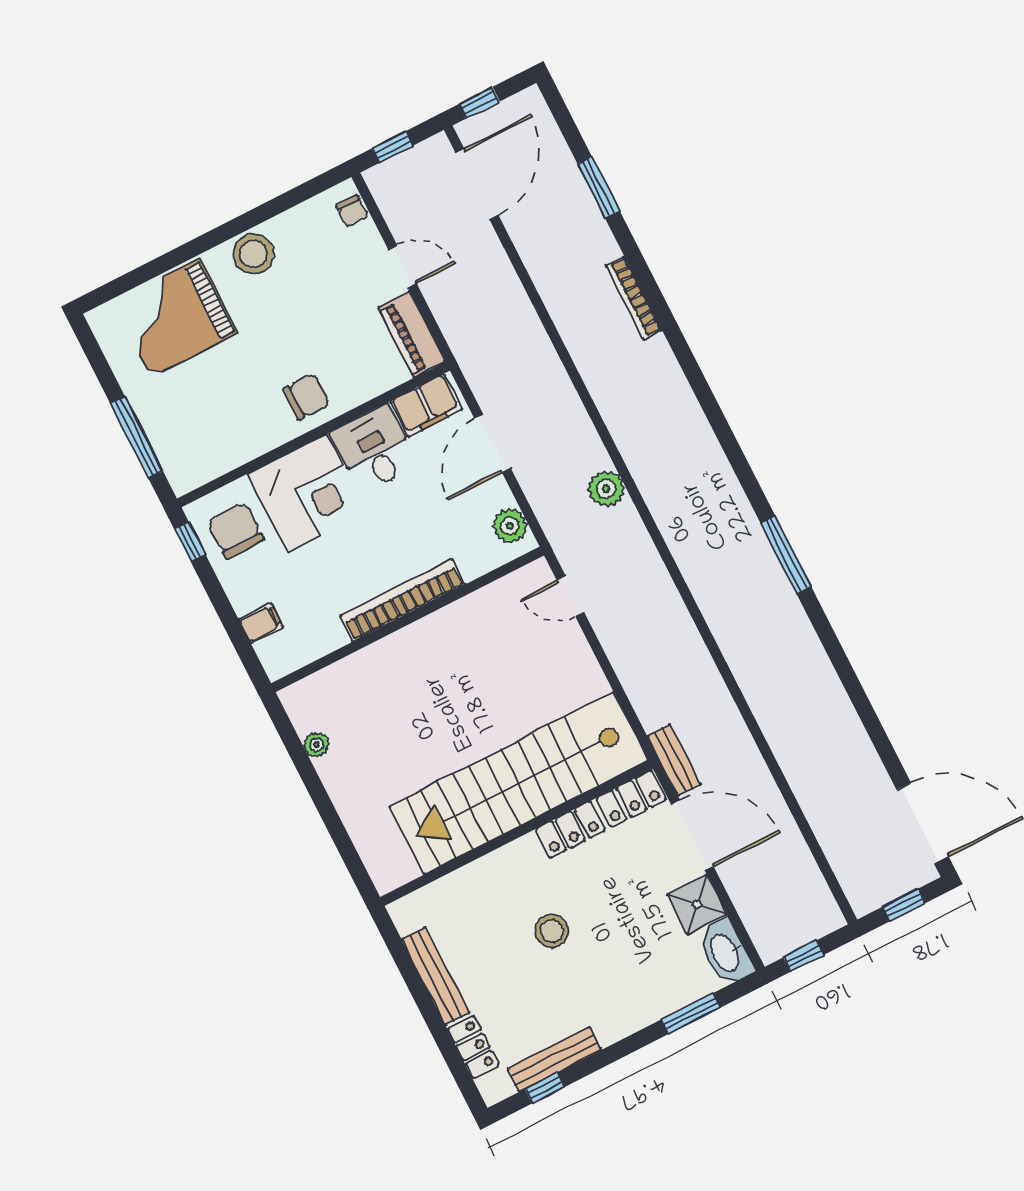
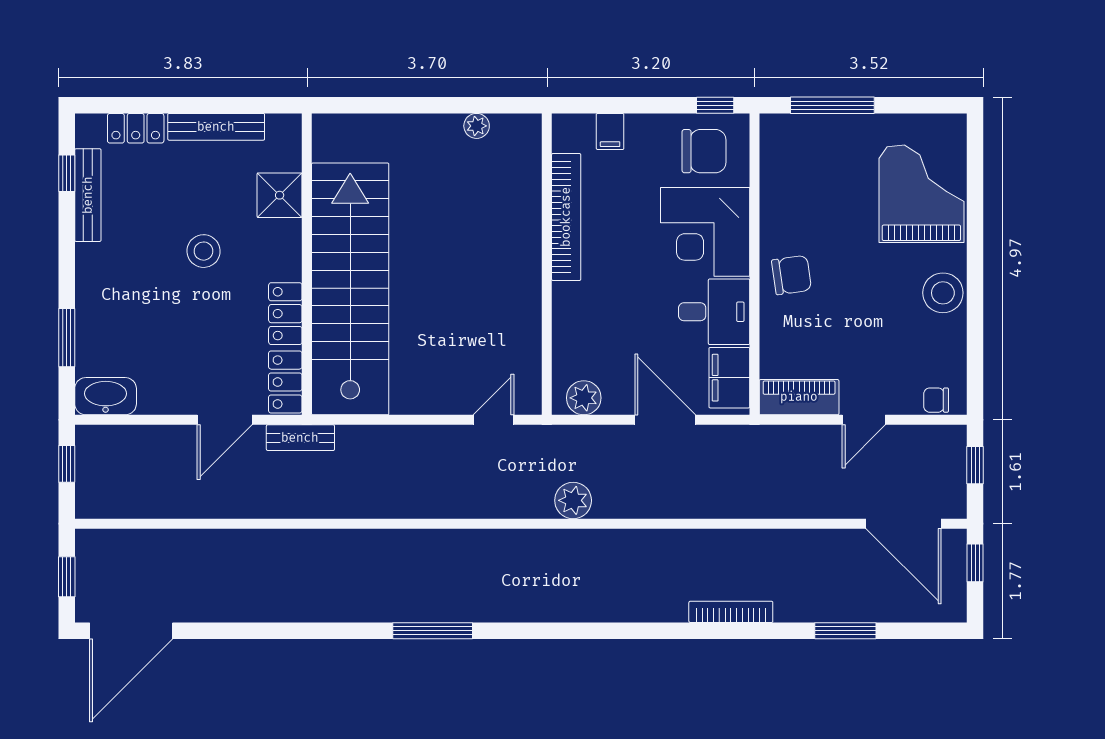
chair: (306, 397) -> (792, 275), turned -98
bookcase: (402, 600) -> (566, 217), moved
door: (692, 836) -> (225, 420), width x0.73
shower: (697, 904) -> (280, 195), moved

